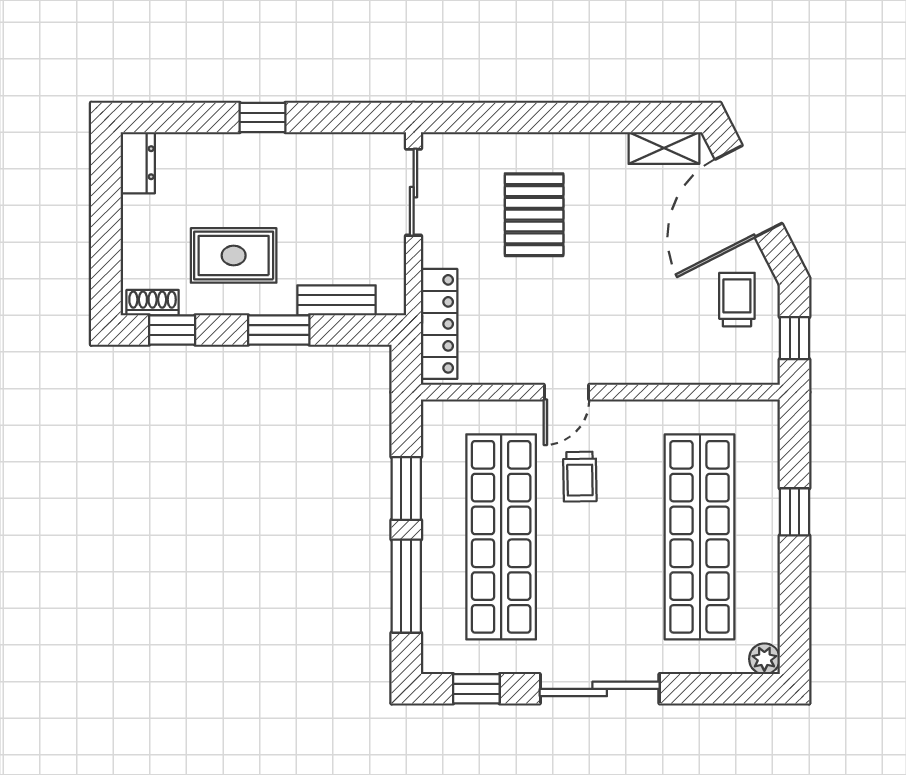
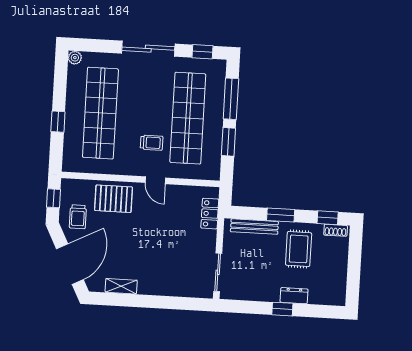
shelving: (664, 148) -> (121, 286), moved
dresser: (138, 163) -> (294, 296), moved, turned 90
pallet: (534, 215) -> (113, 199), moved, turned 90
rug: (234, 255) -> (299, 249), turned 90
bench: (337, 300) -> (254, 227), width x1.36
locker: (439, 324) -> (210, 214), width x0.66
door: (566, 392) -> (155, 180), swing flipped
trolley: (580, 477) -> (152, 143), turned 91

